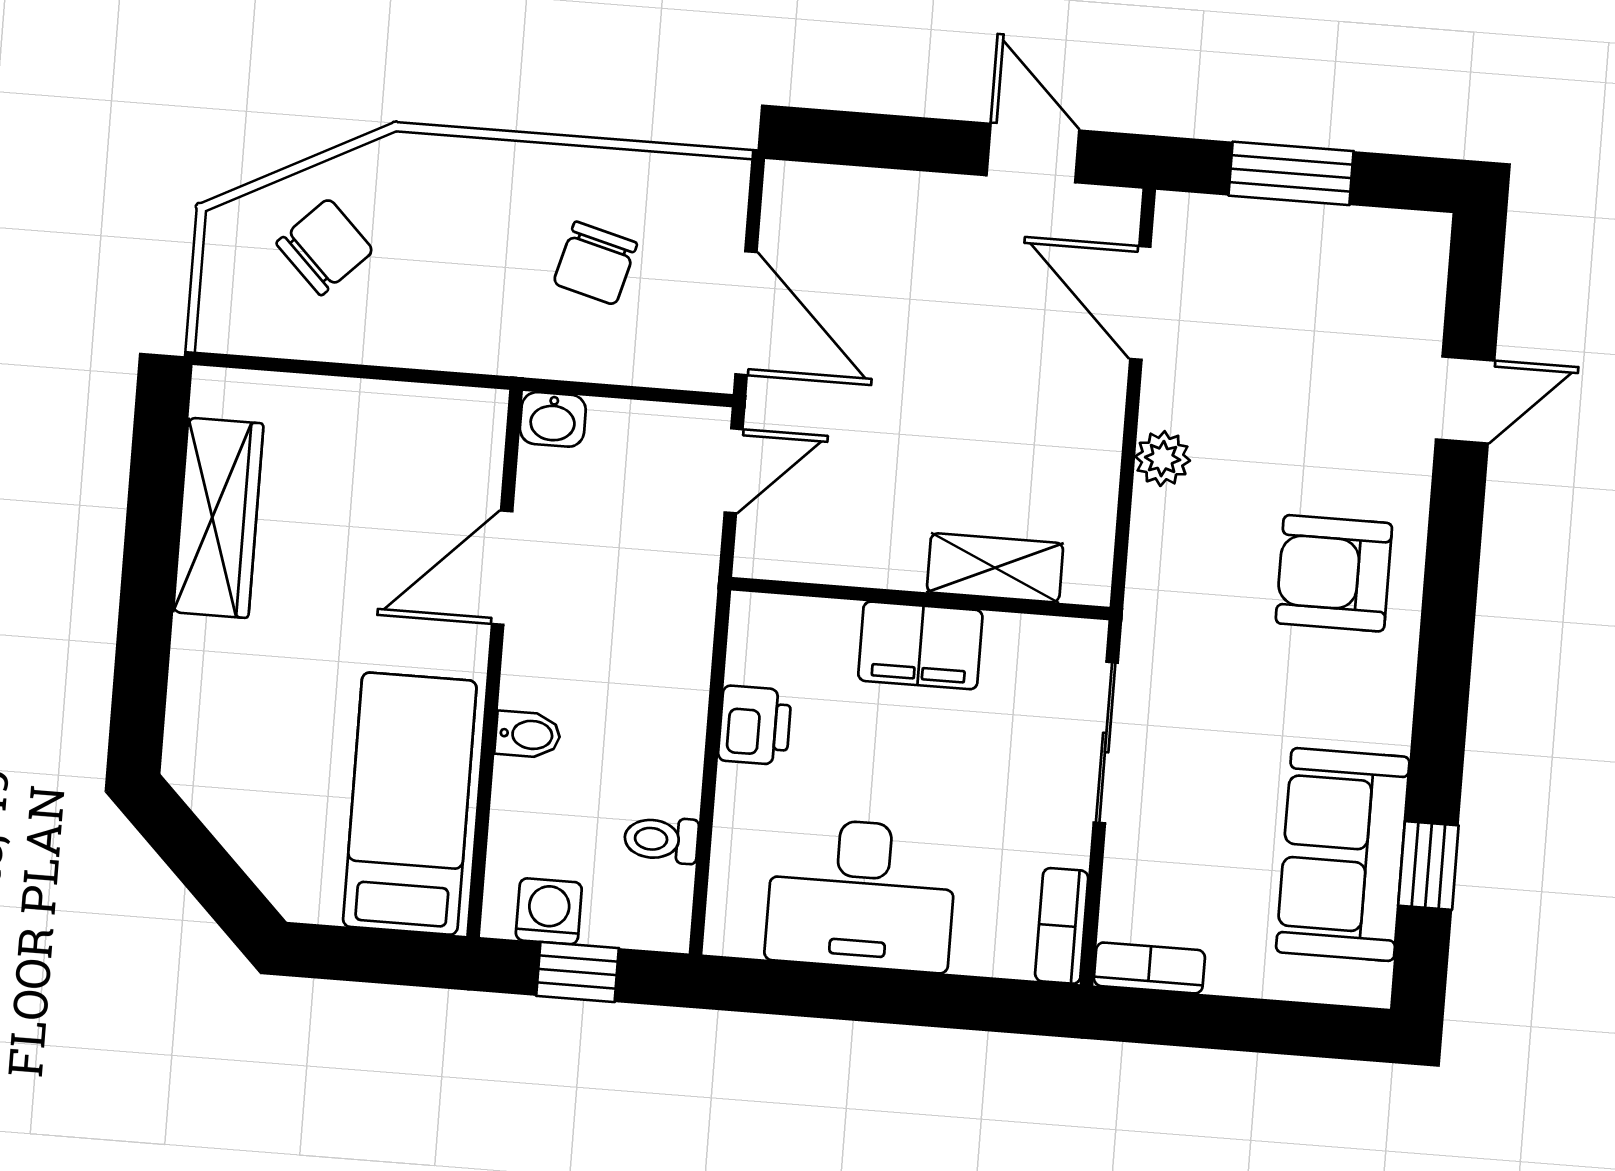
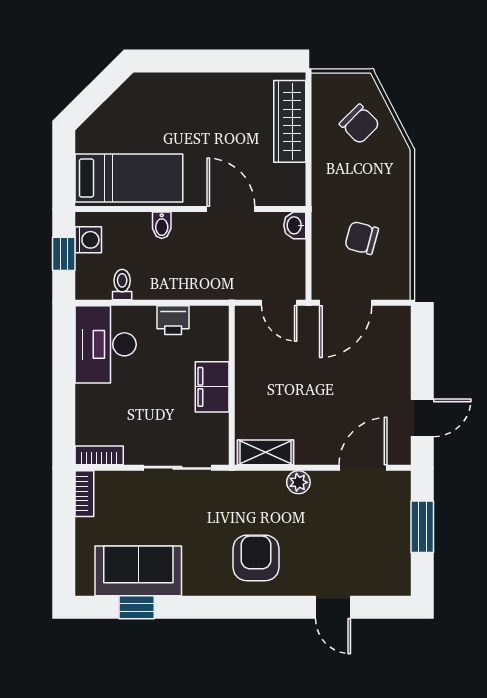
wardrobe: (218, 518) -> (290, 121), moved, turned 90
shelving: (995, 568) -> (266, 452), moved, turned 90
desk: (861, 895) -> (106, 344), moved

